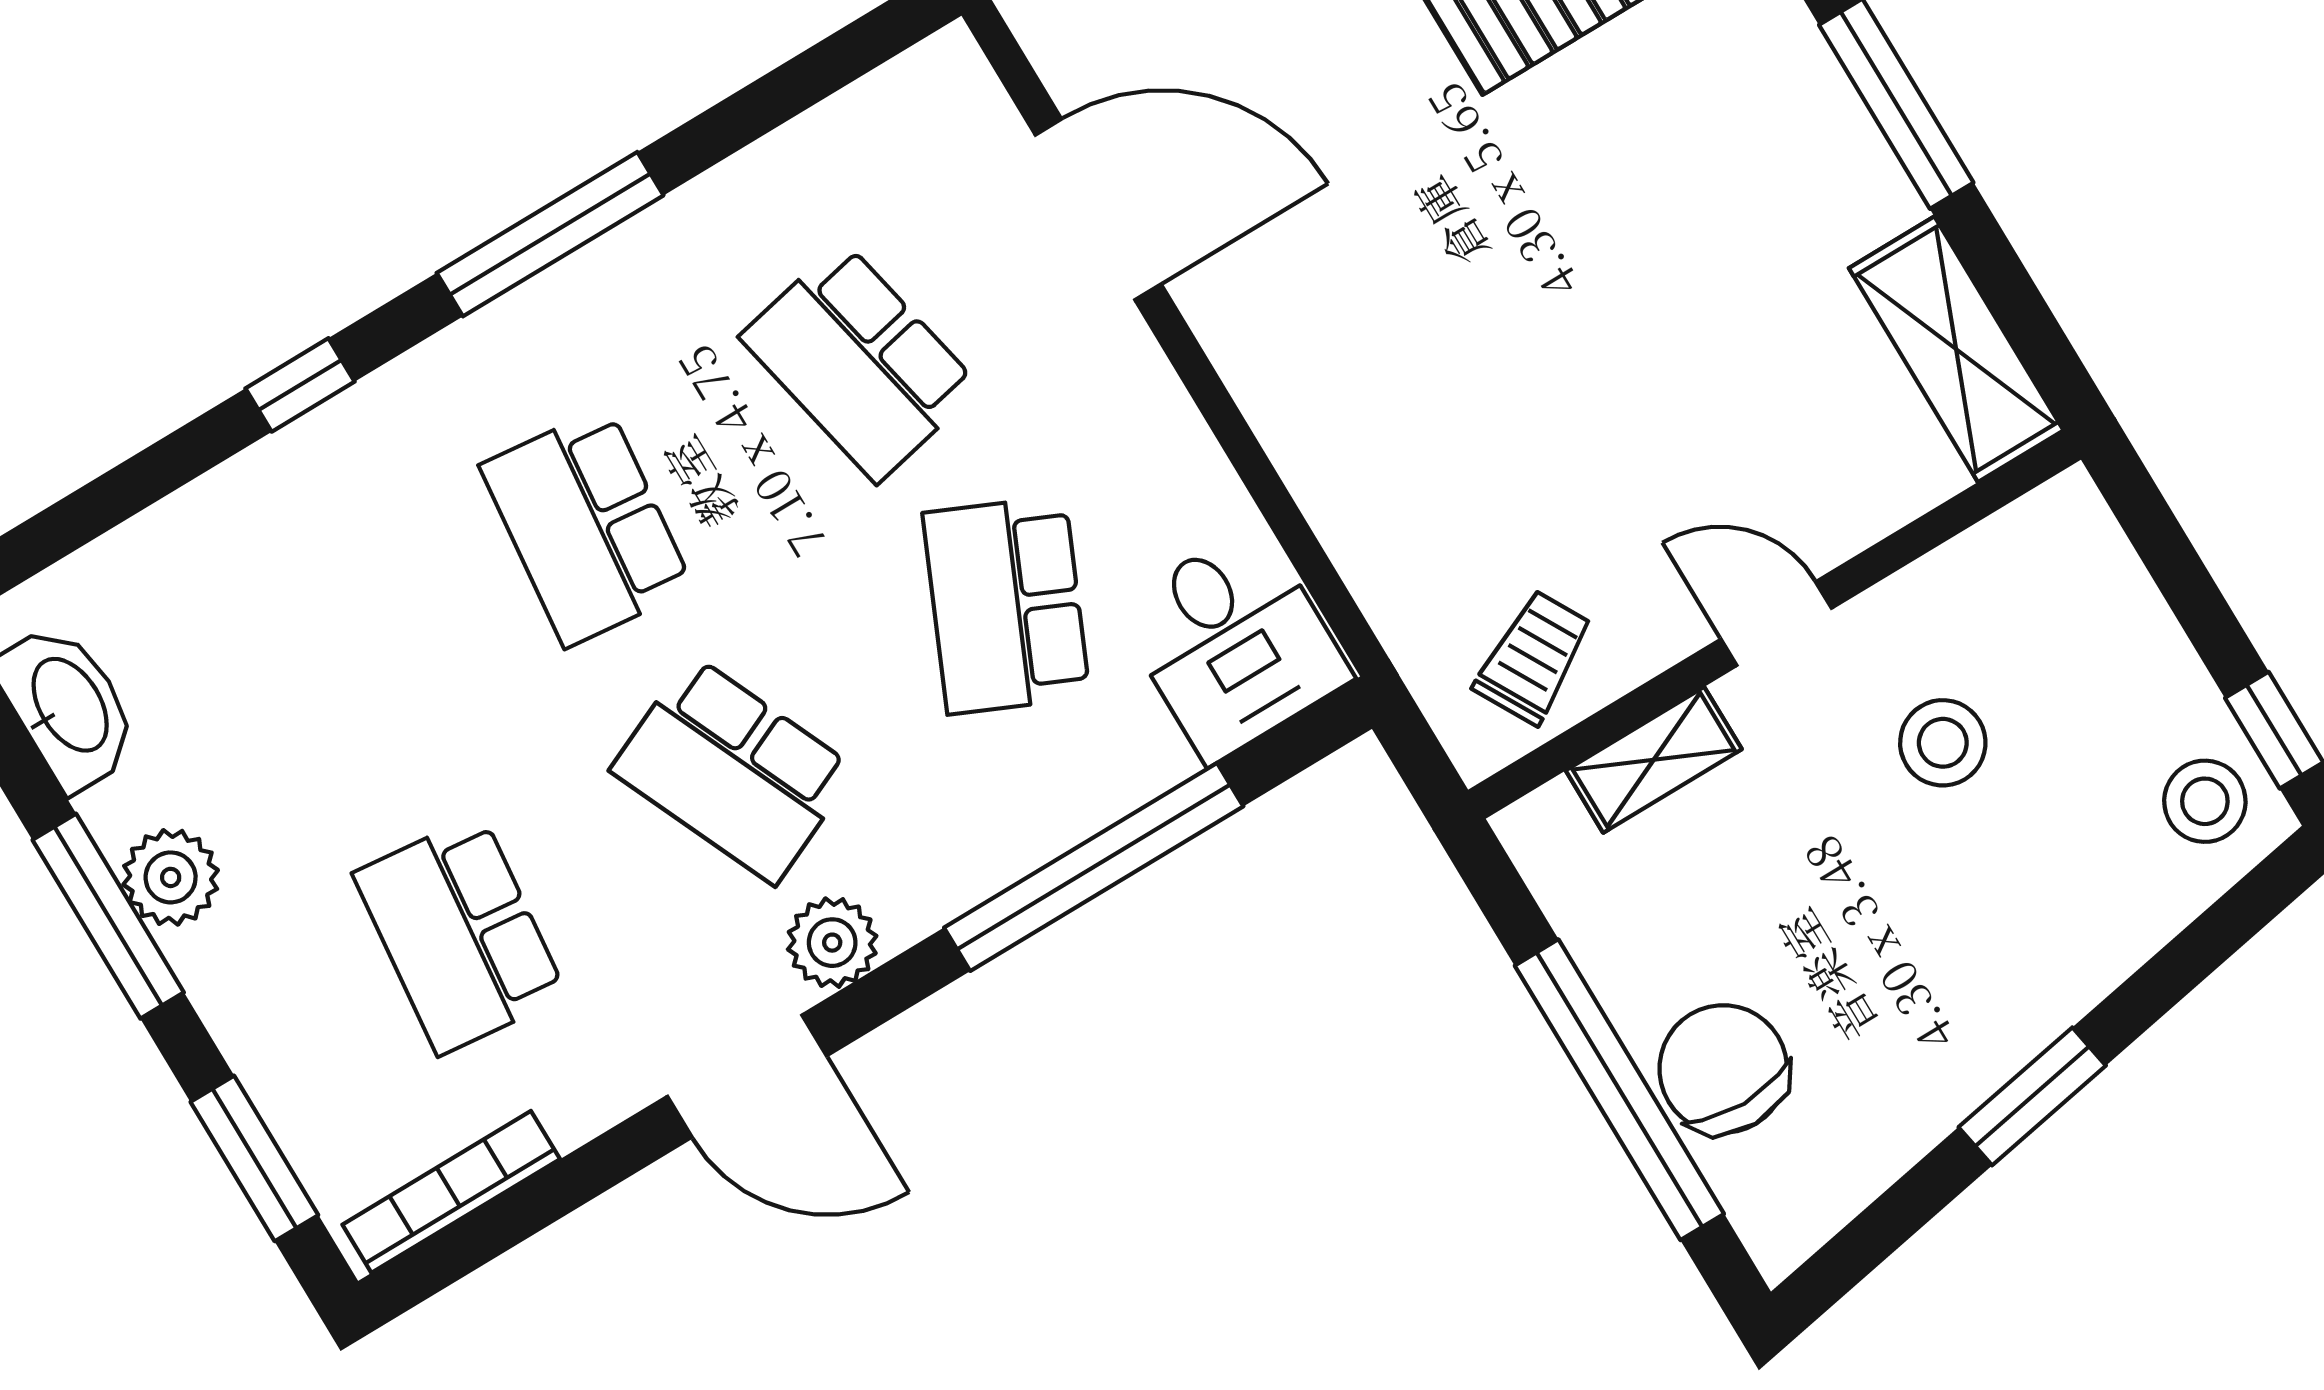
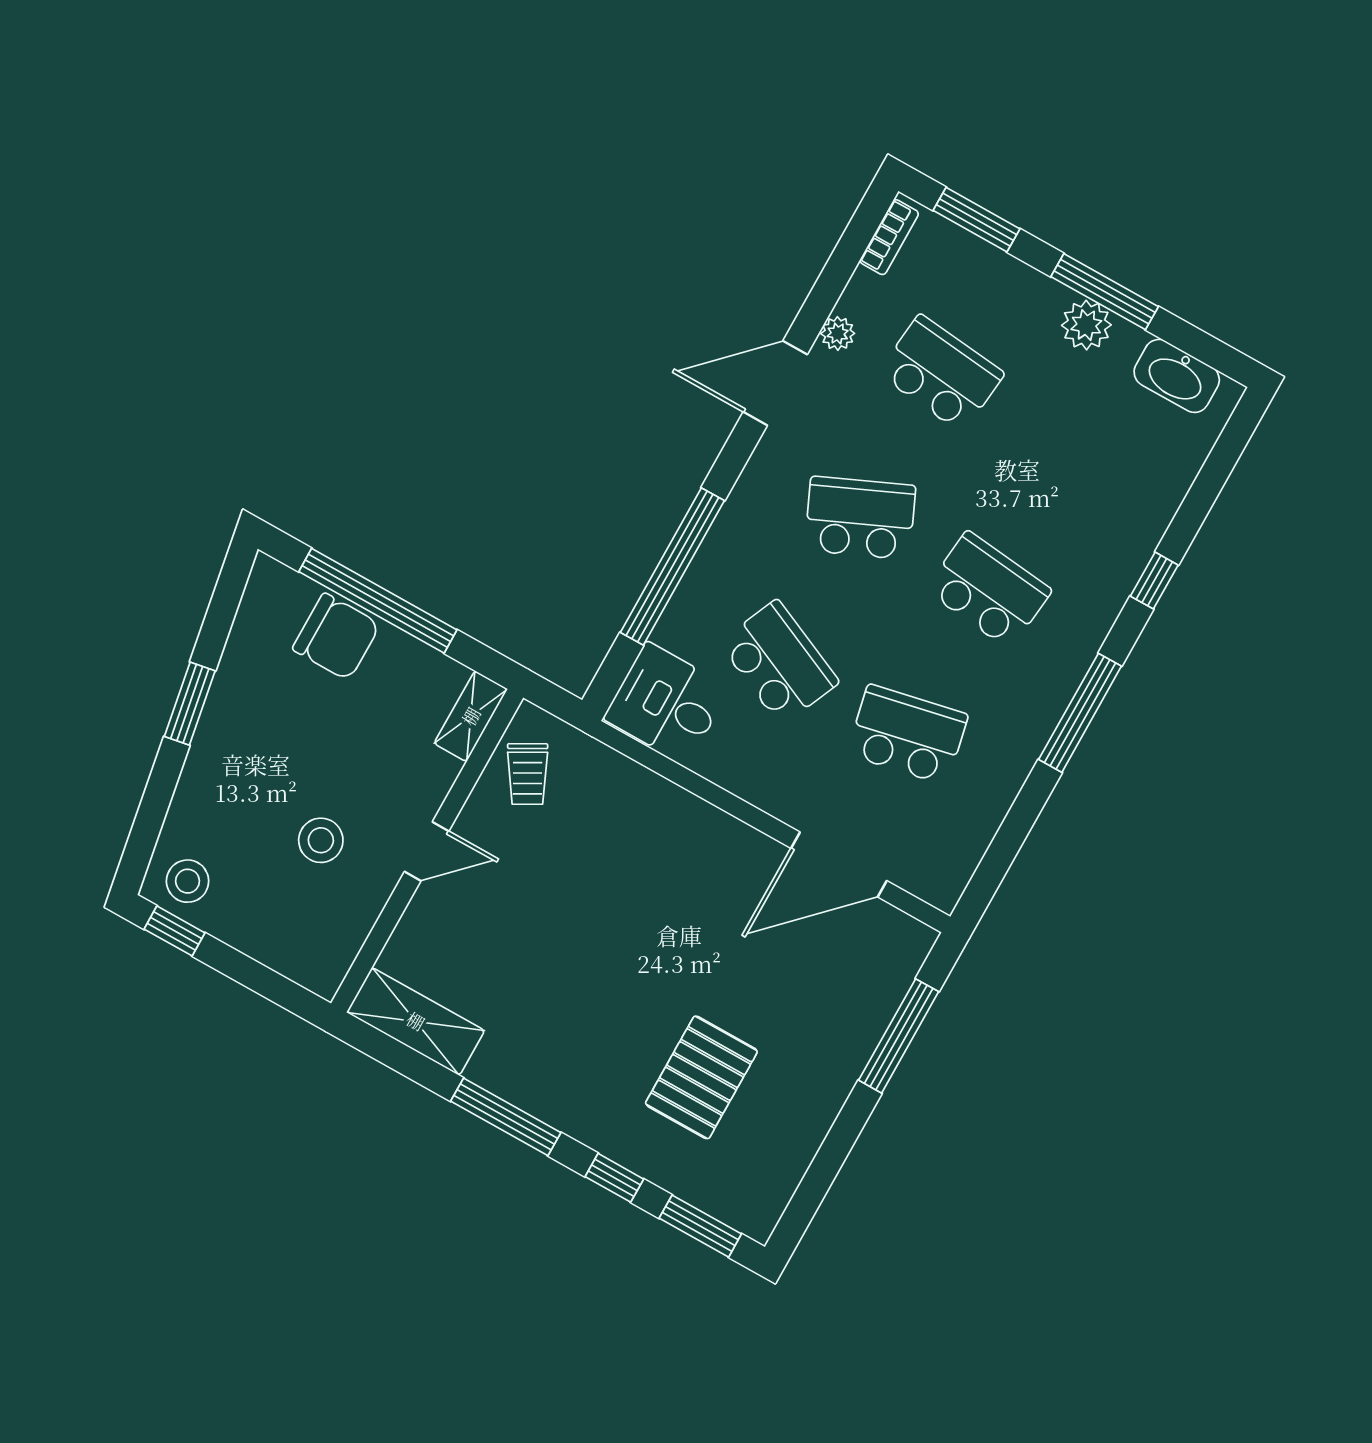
shelving: (1654, 760) -> (471, 716), moved
plant: (832, 943) -> (838, 333), moved, width x0.73, depth x0.73
bookcase: (451, 1192) -> (889, 237), width x0.64

